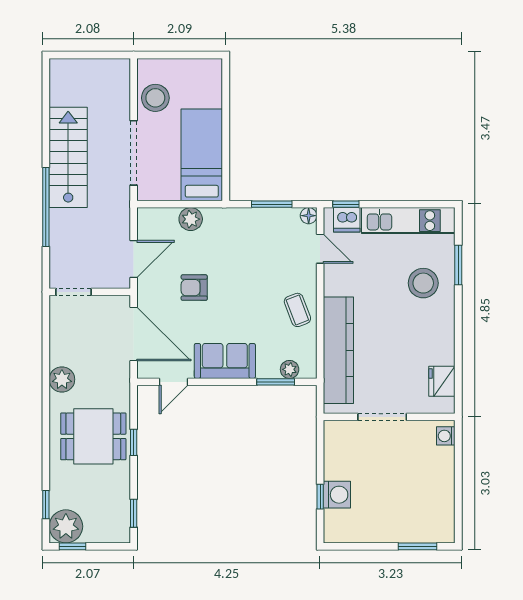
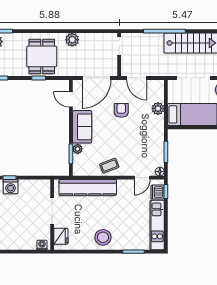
stool: (423, 283) -> (103, 237), moved
plant: (290, 369) -> (78, 149), moved
fridge: (442, 381) -> (61, 236), moved, turned 90

